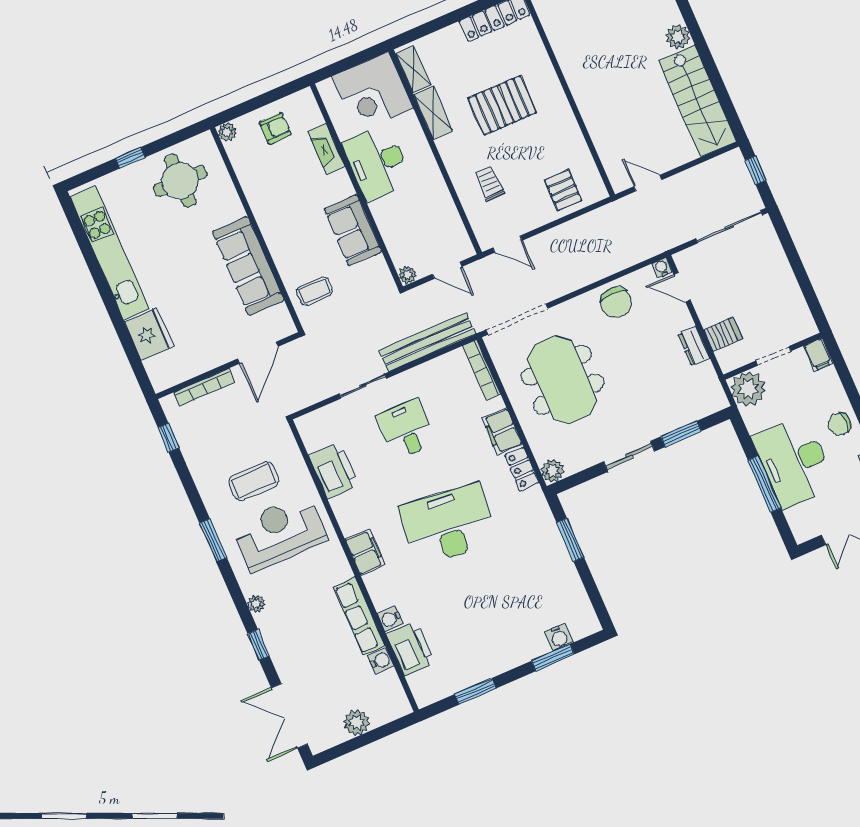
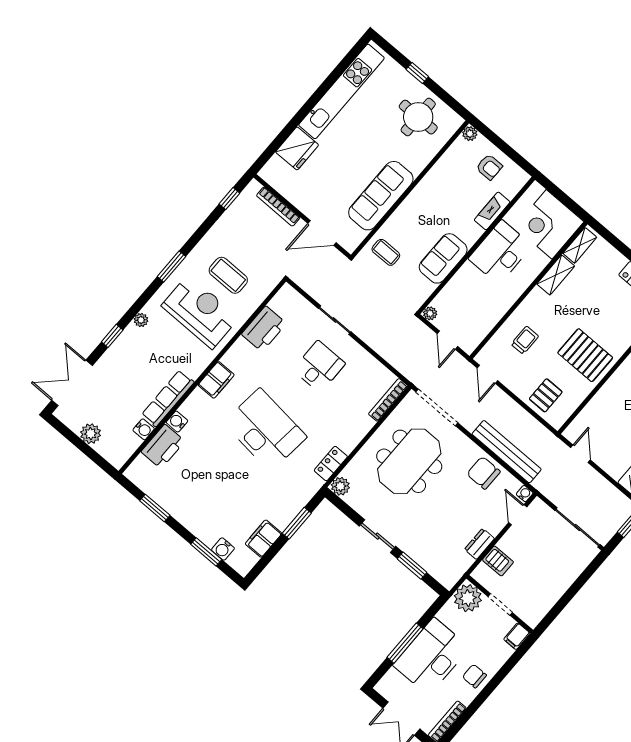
pallet: (502, 105) -> (585, 355), moved
chair: (616, 302) -> (484, 473), turned 90
bench: (427, 342) -> (507, 452), moved
filing cabinet: (502, 431) -> (263, 539), moved

